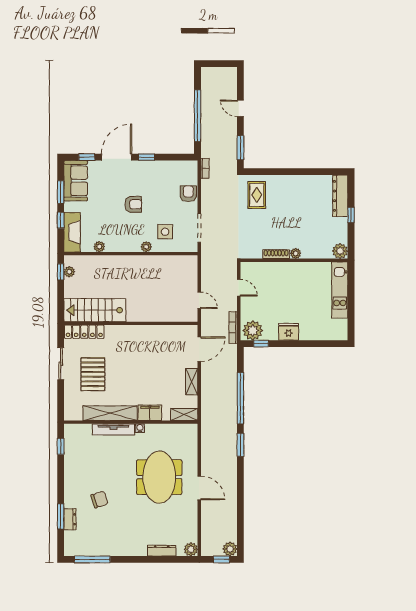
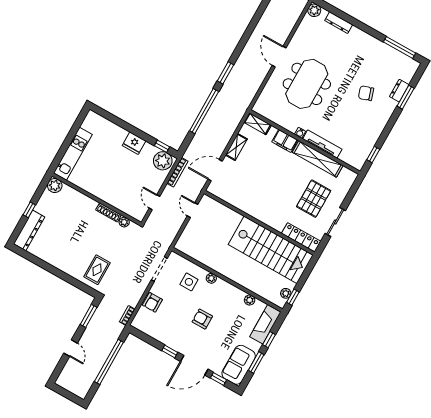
plant: (296, 253) -> (124, 222), moved
stairs: (95, 310) -> (271, 250), width x1.36, depth x1.51

